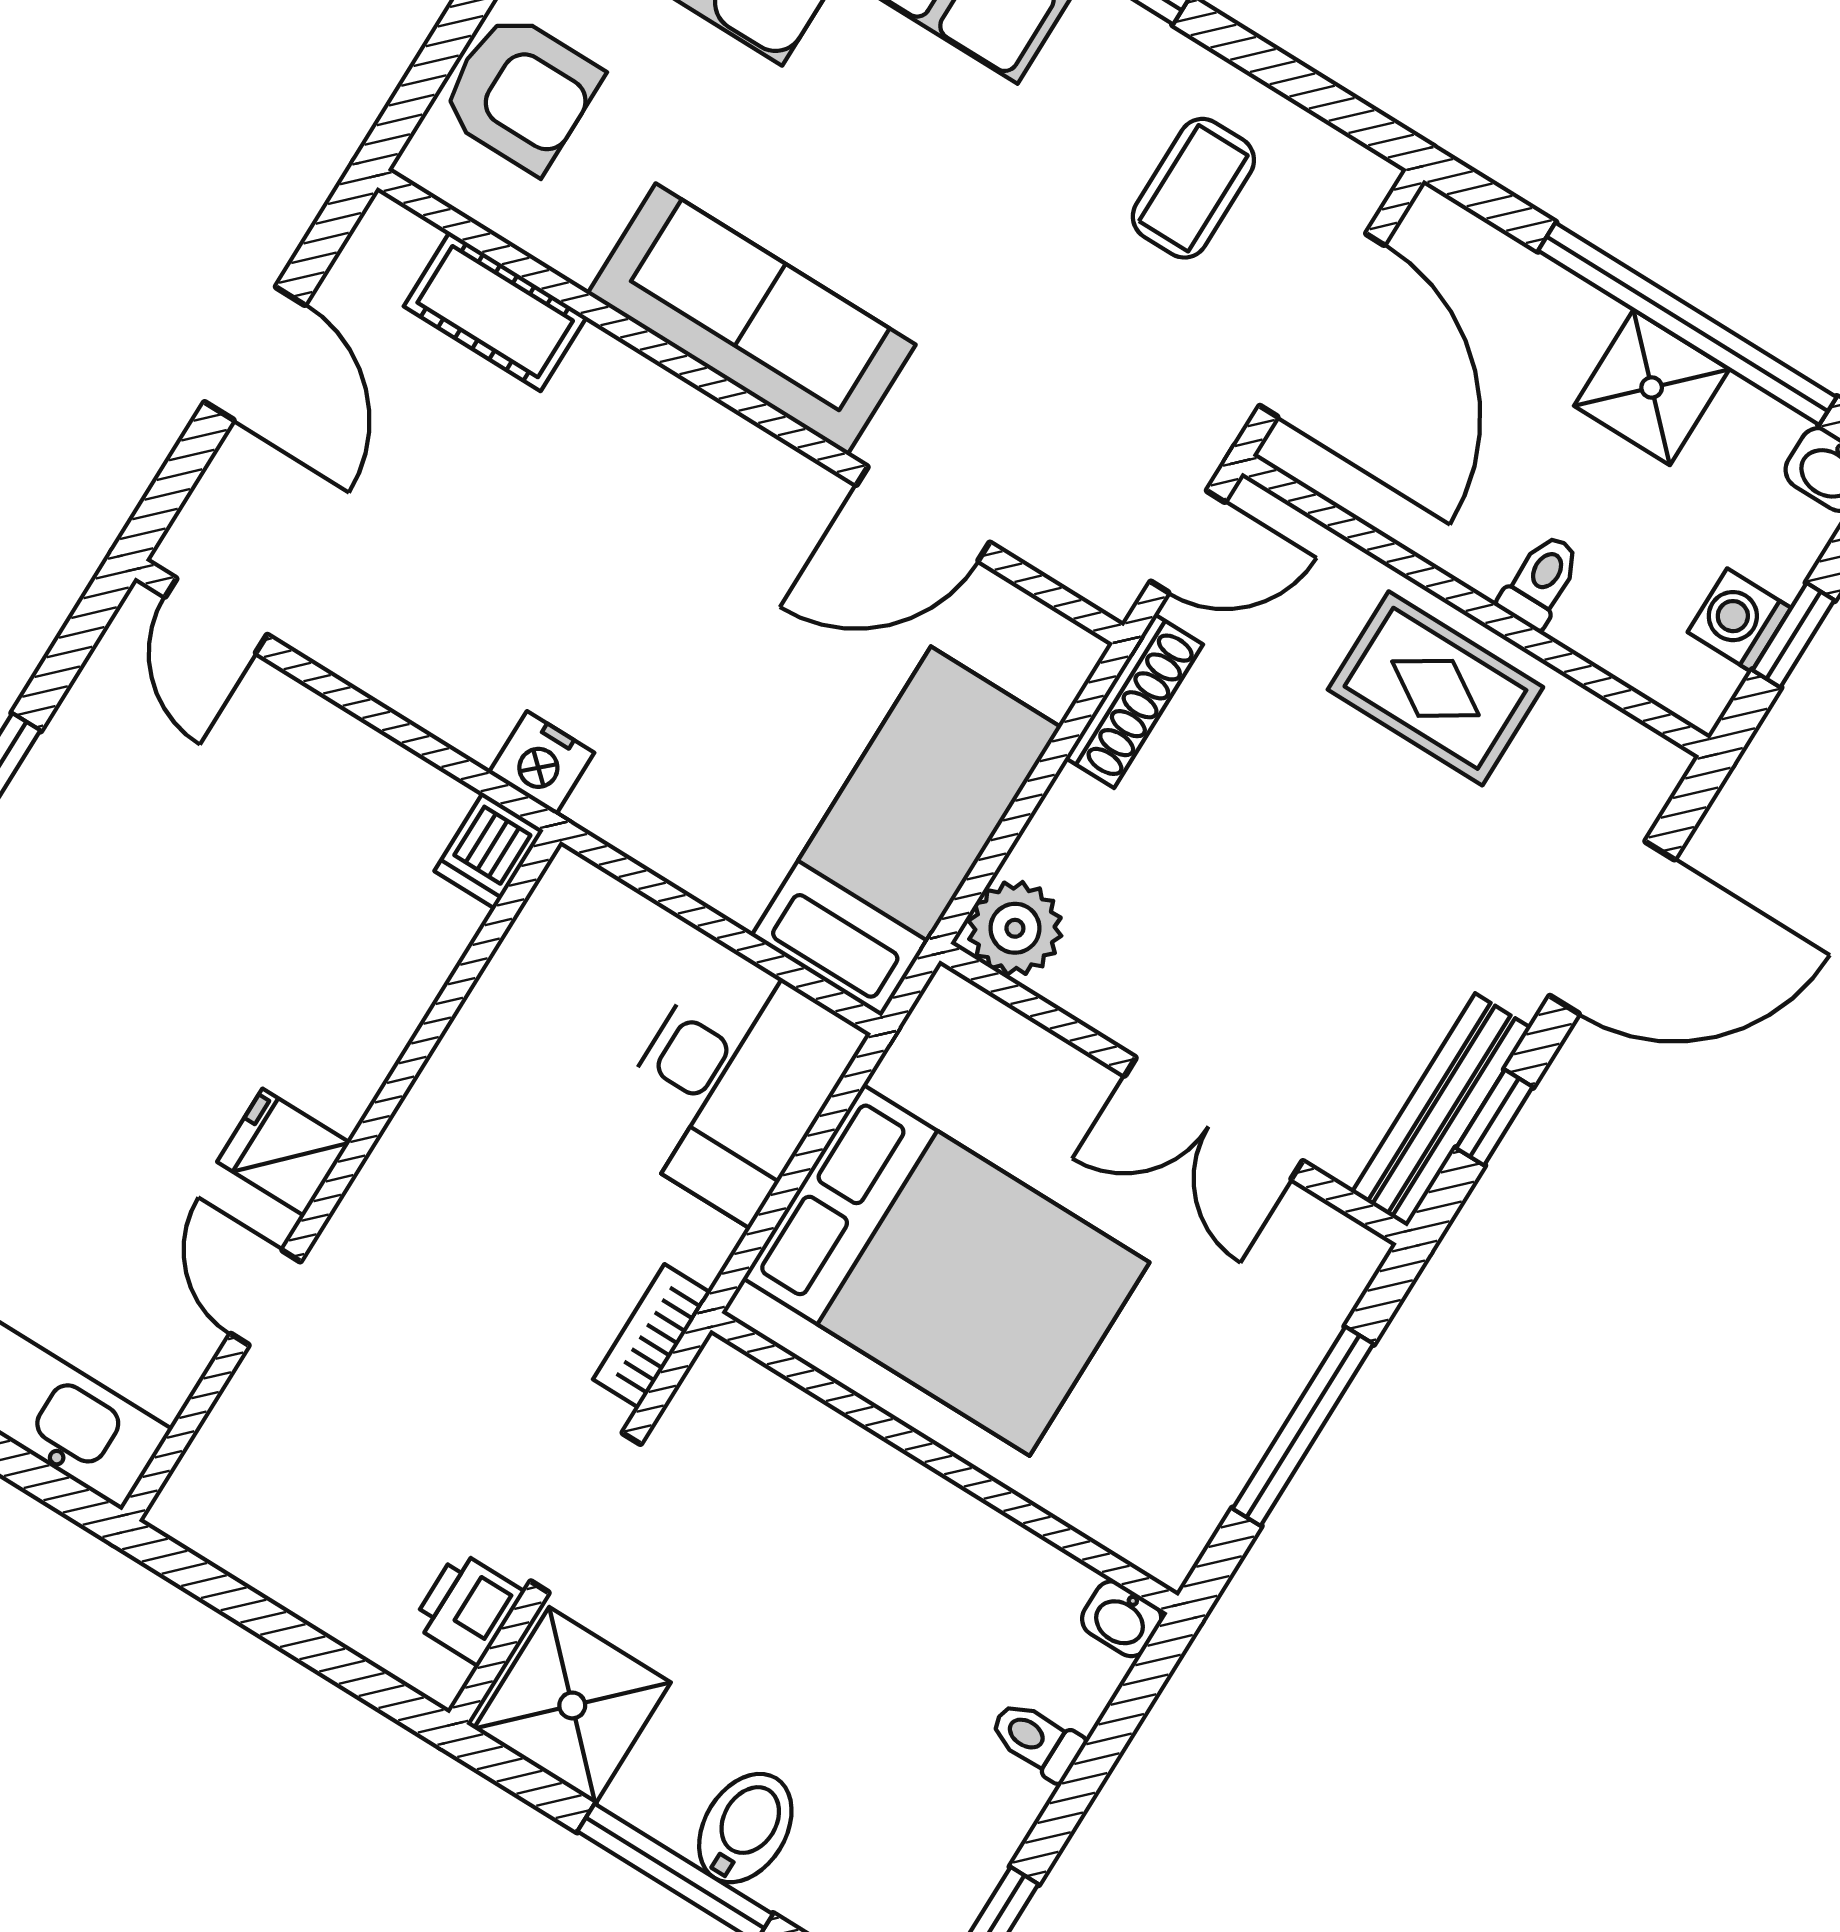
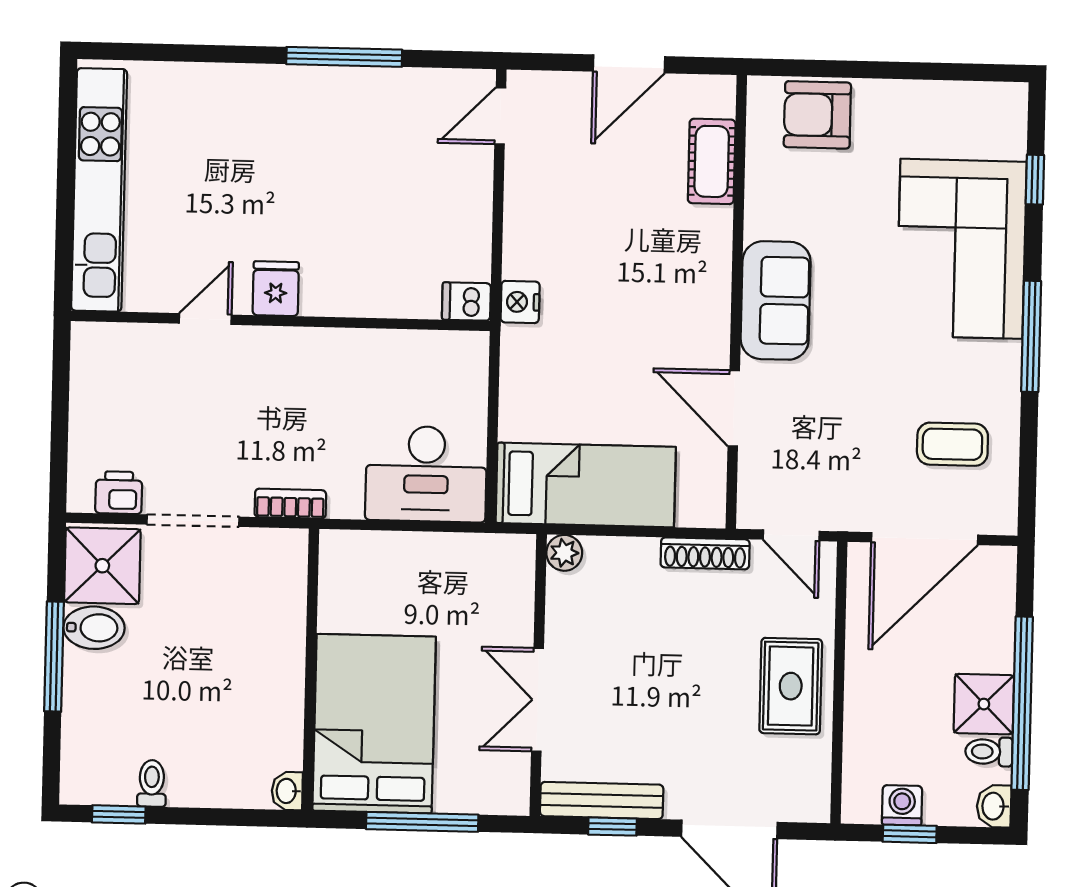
armchair: (521, 93) -> (817, 115), turned 90
sofa: (751, 319) -> (776, 300), width x0.73
toilet: (1540, 581) -> (989, 752), moved, turned 180
plant: (1015, 928) -> (564, 553), width x0.73, depth x0.73
bed: (946, 1270) -> (374, 724), moved, turned 180
toilet: (1037, 1740) -> (152, 783), moved
bidet: (745, 1828) -> (94, 628), moved

